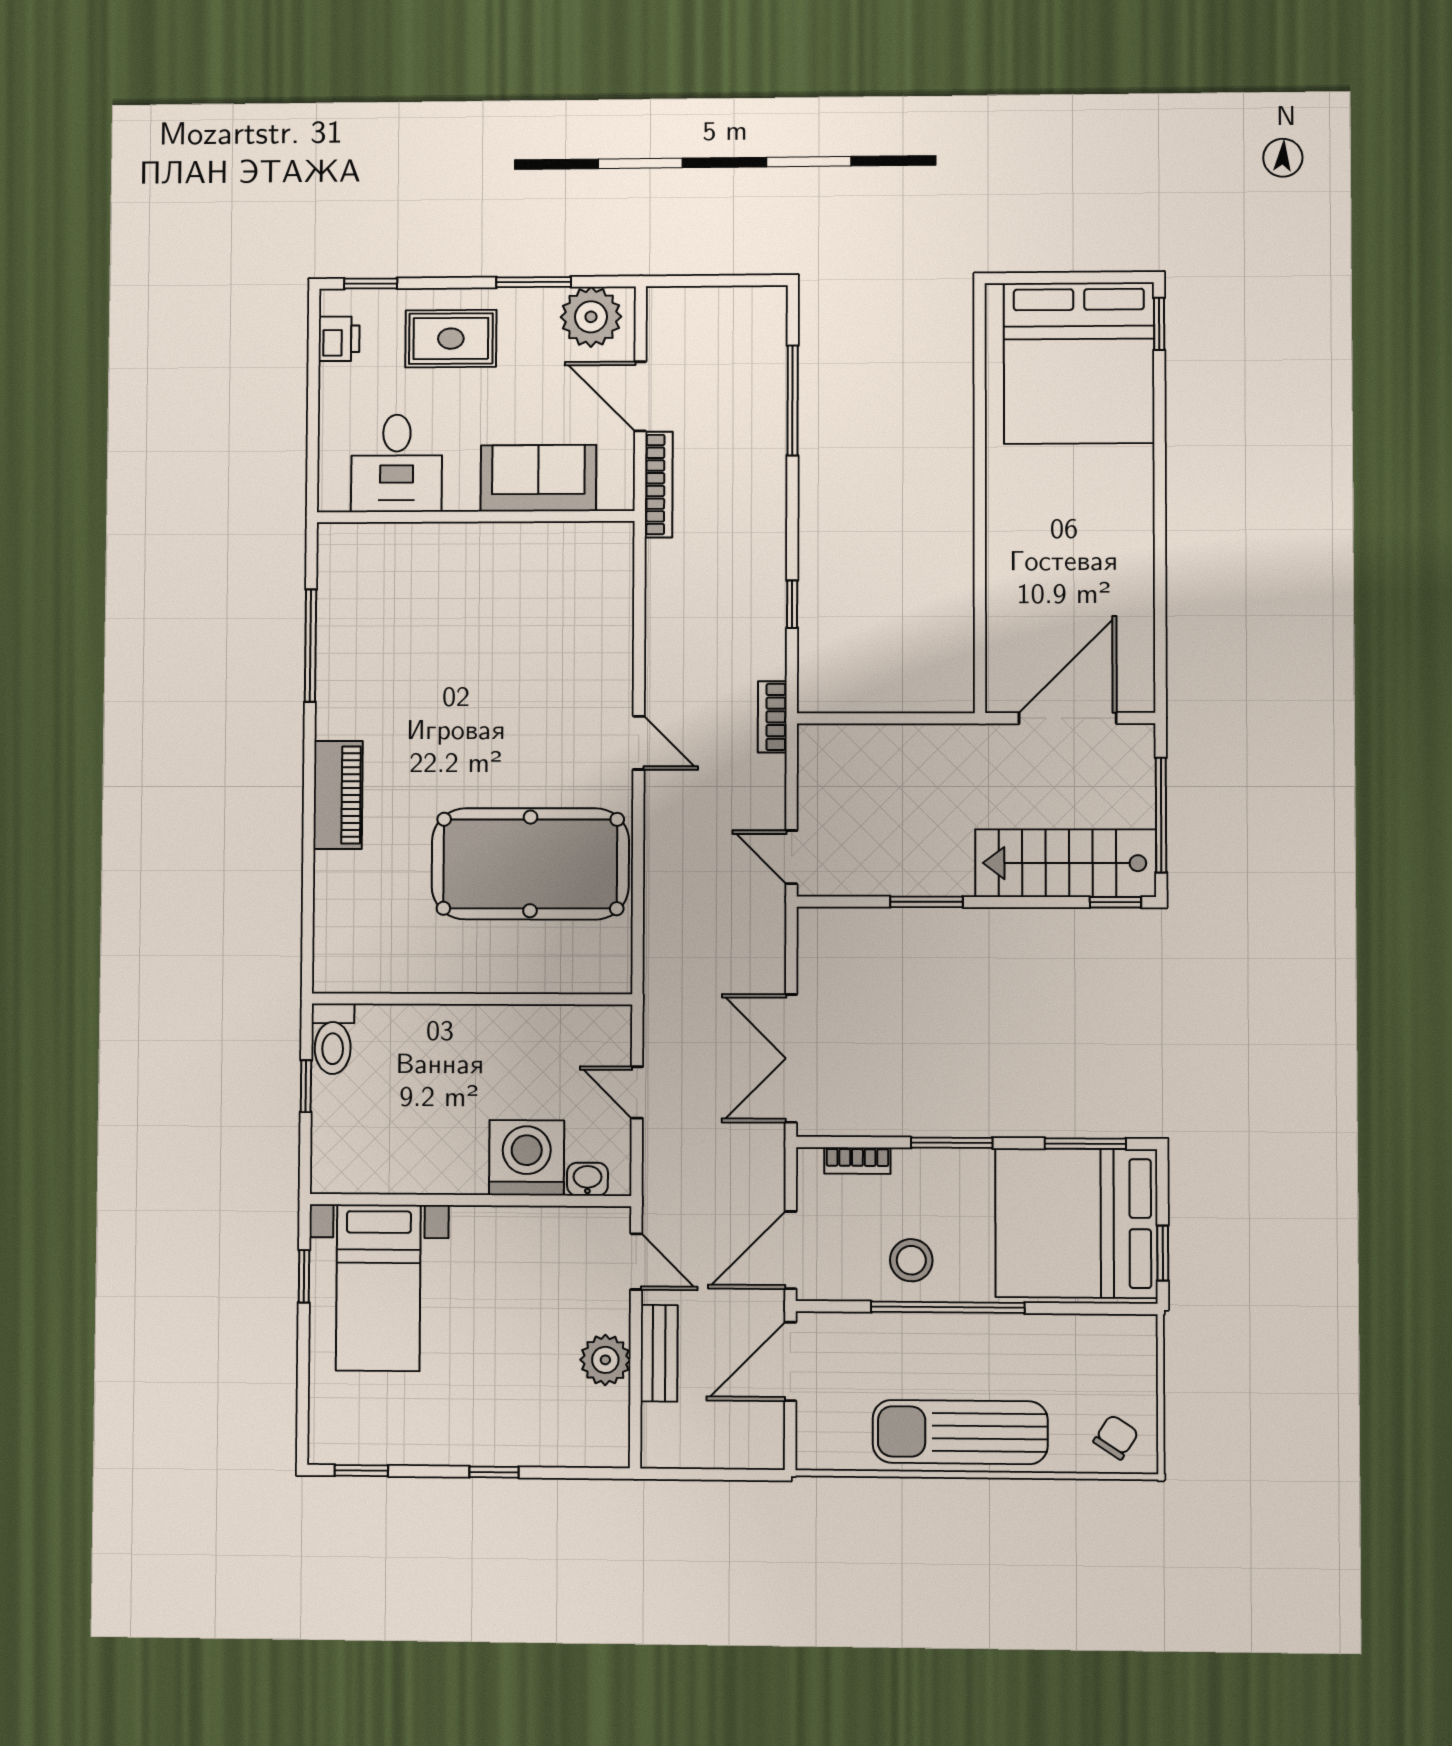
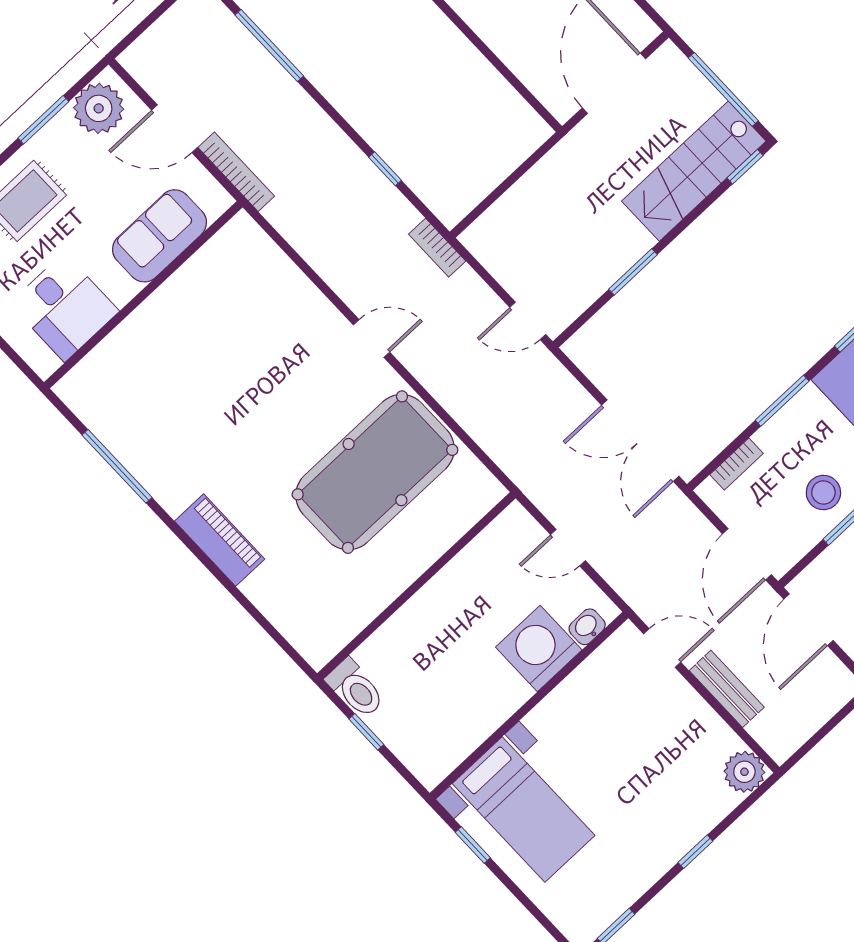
plant: (605, 1360) -> (744, 772), moved

